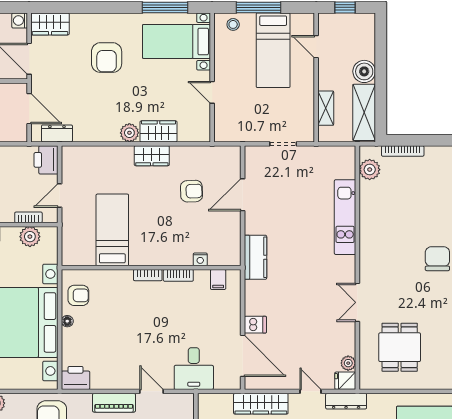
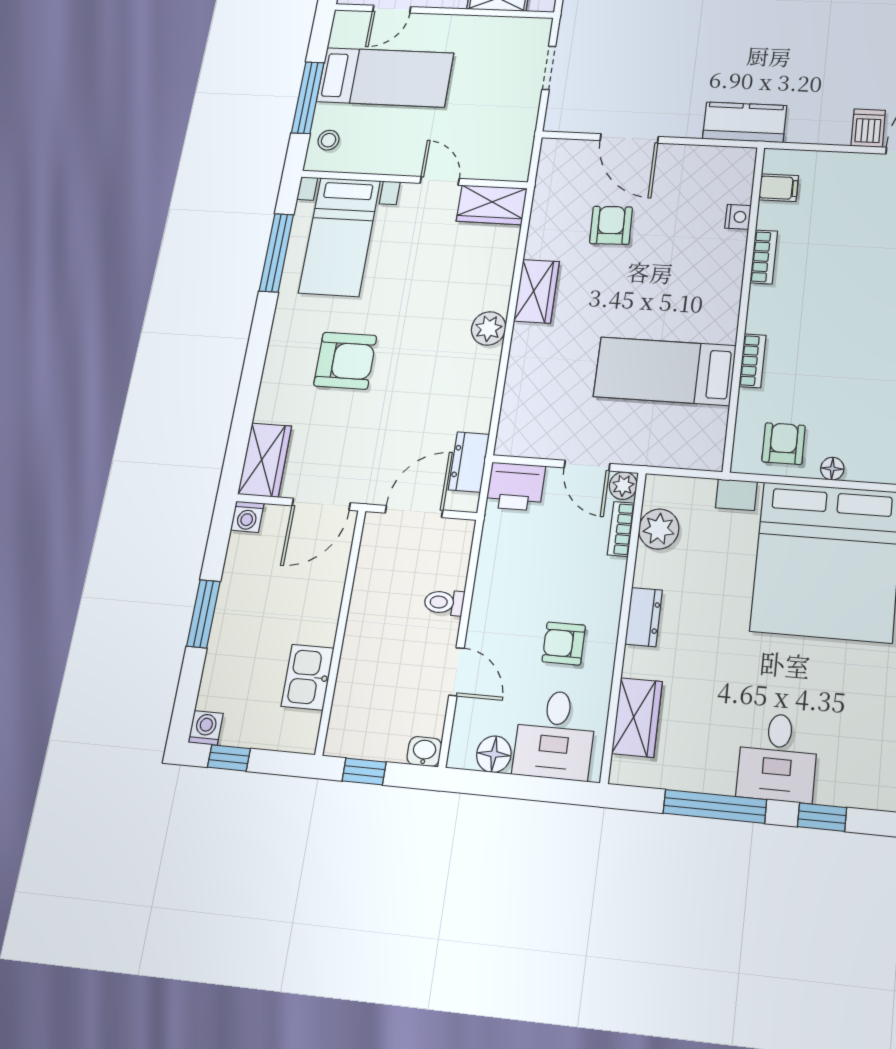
door: (212, 92) -> (440, 181), swing flipped
wardrobe: (158, 131) -> (492, 205), moved, turned -90
plant: (51, 216) -> (623, 486), added
bookcase: (148, 275) -> (752, 361), moved

